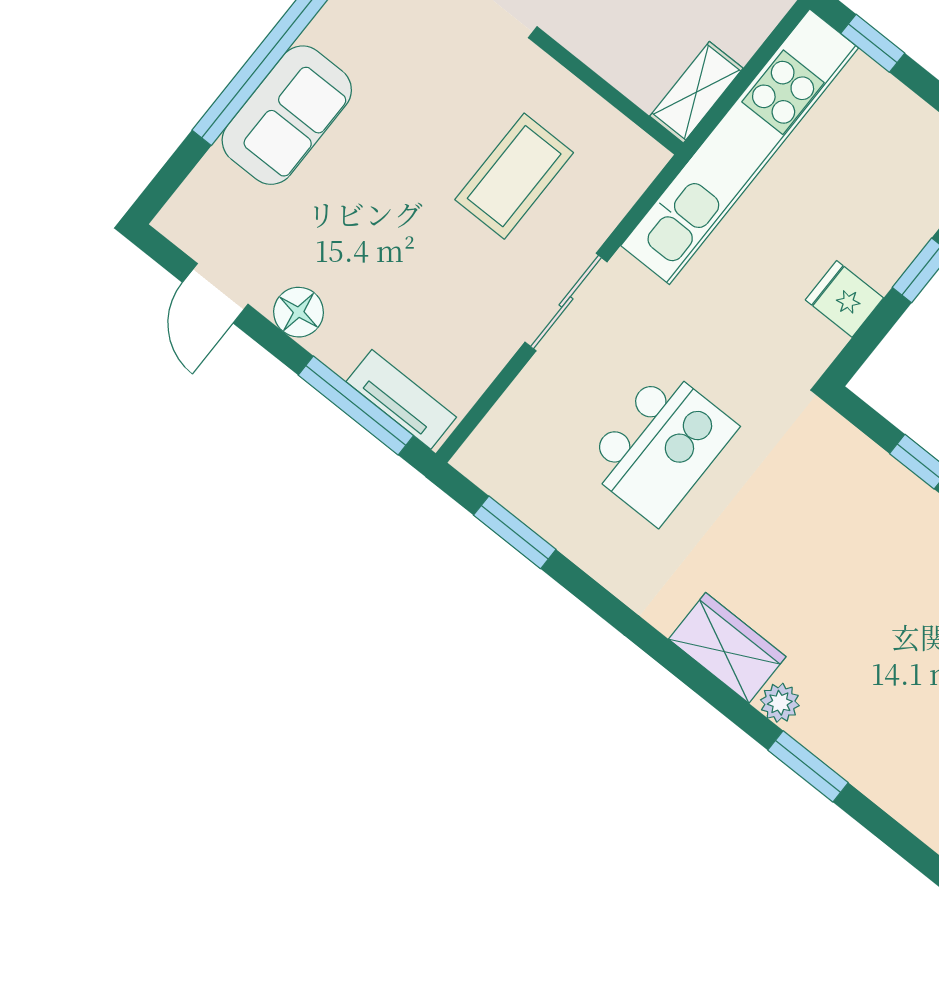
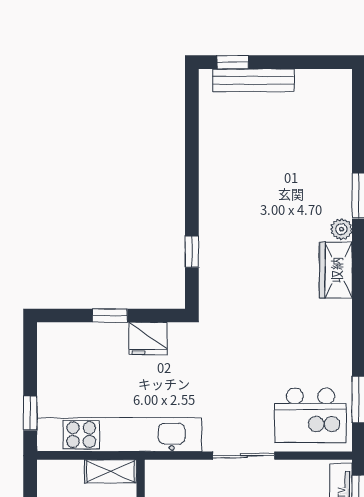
fridge: (844, 299) -> (148, 339), width x1.38
kitchen island: (660, 446) -> (310, 415), moved, turned 180

